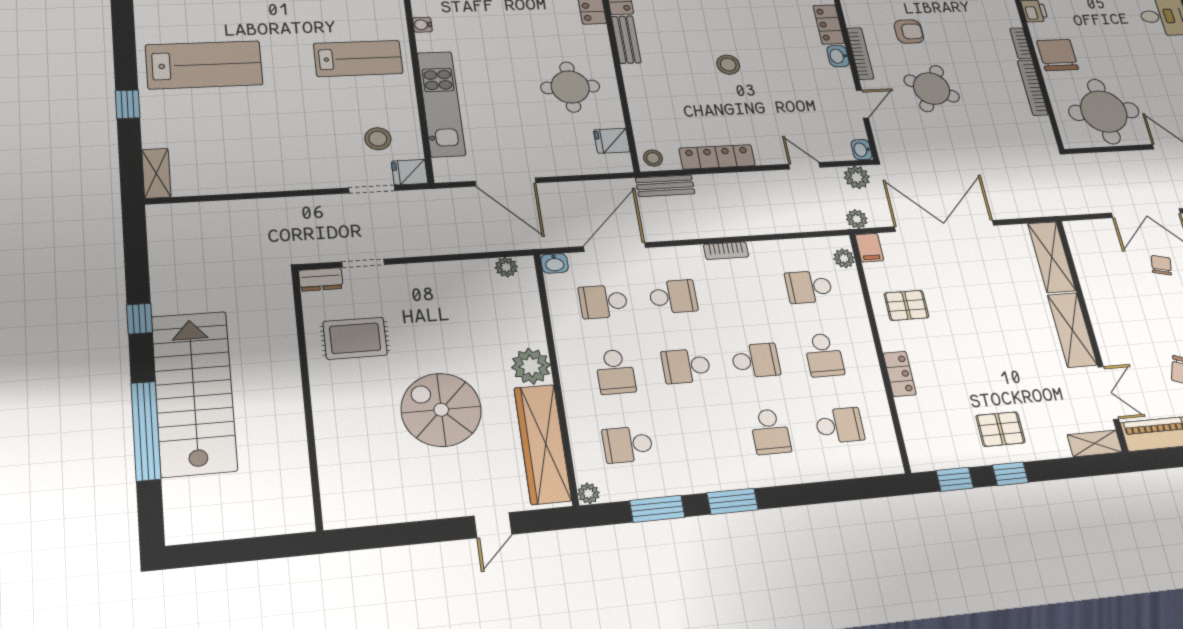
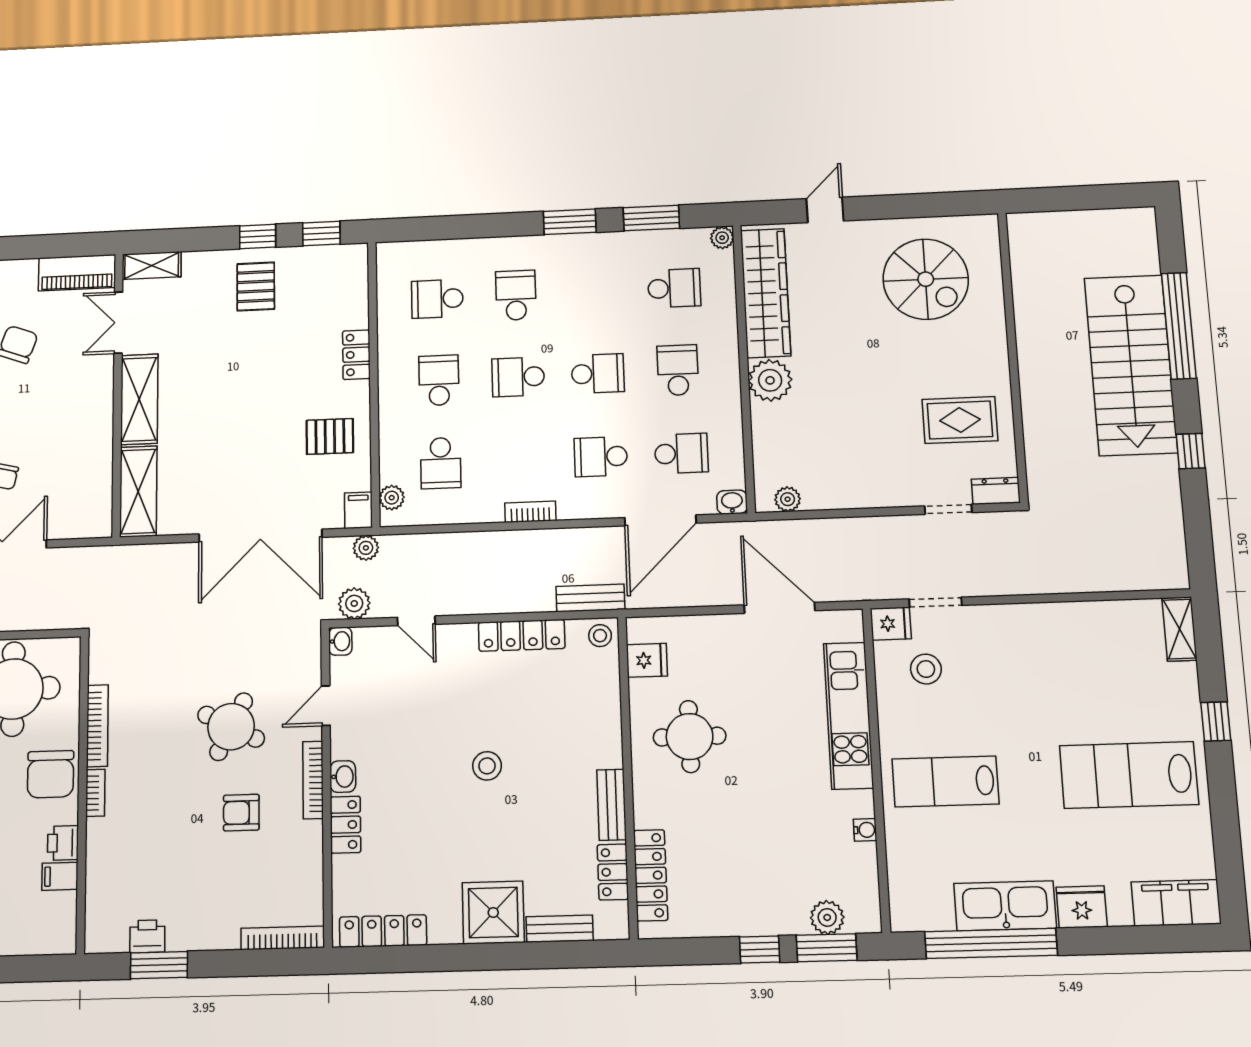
school desk: (809, 287) -> (441, 463), turned 90
spiral stairs: (441, 410) -> (926, 279), moved
pallet: (1000, 429) -> (256, 286), turned 90

